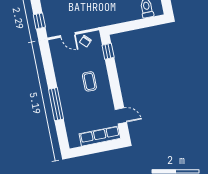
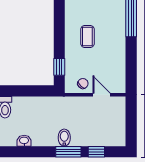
window: (39, 21) -> (131, 117), removed

